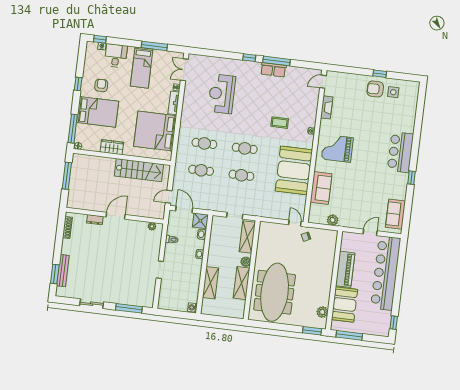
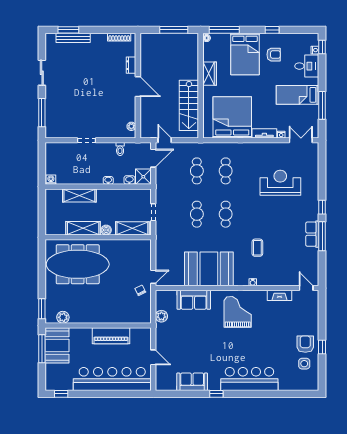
bar counter: (400, 152) -> (249, 379), width x1.36
sofa: (395, 214) -> (192, 382), moved
booth: (344, 305) -> (57, 345), moved, turned 90

